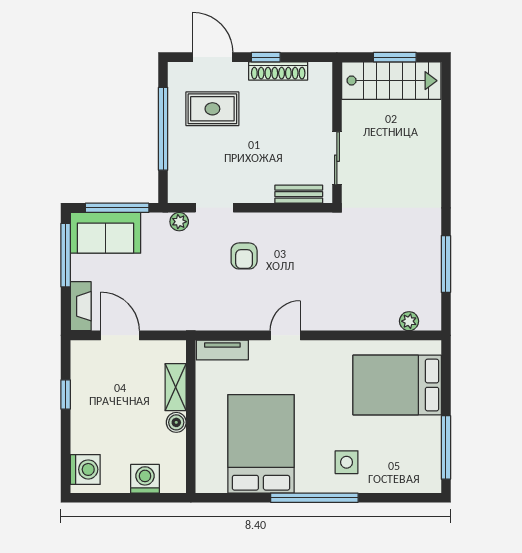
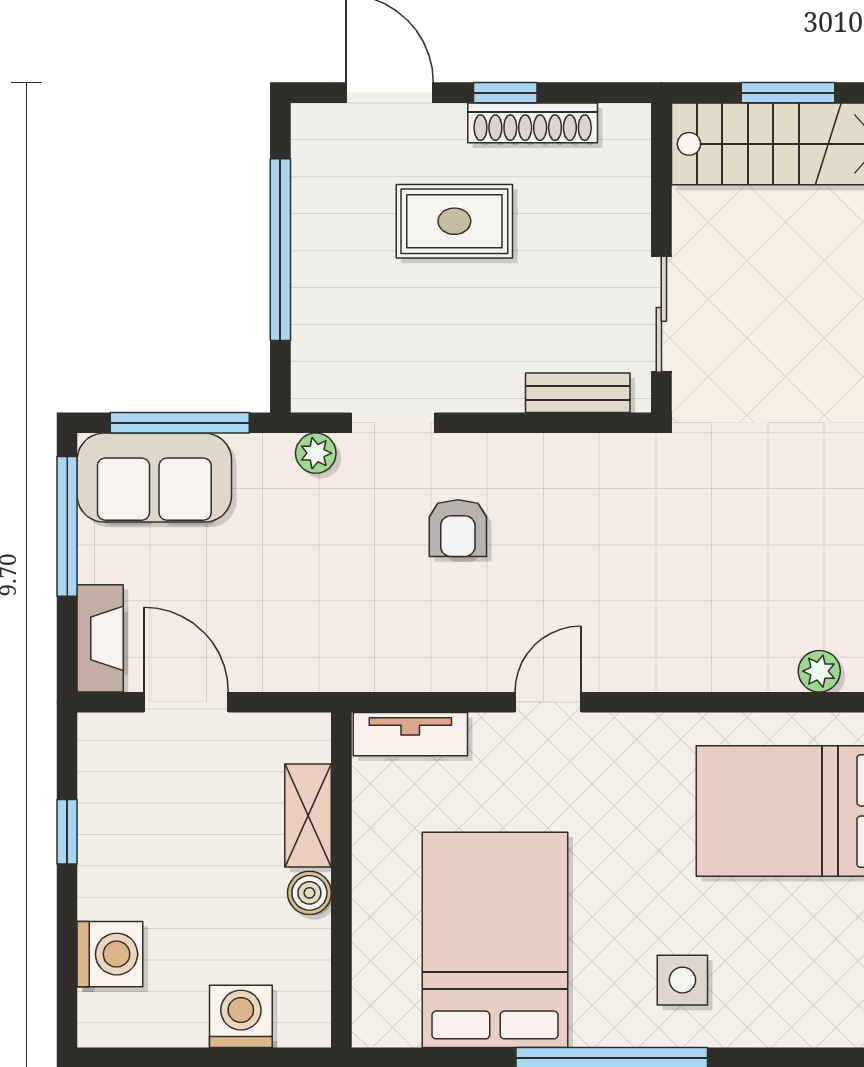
rug: (212, 109) -> (454, 221), moved
washing machine: (85, 469) -> (110, 954), moved

